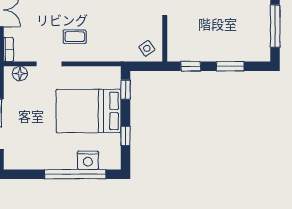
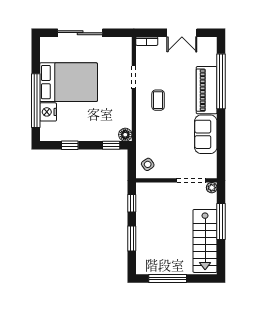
floor lamp: (20, 74) -> (125, 135), moved
bed: (88, 111) -> (69, 82), moved, turned 90

